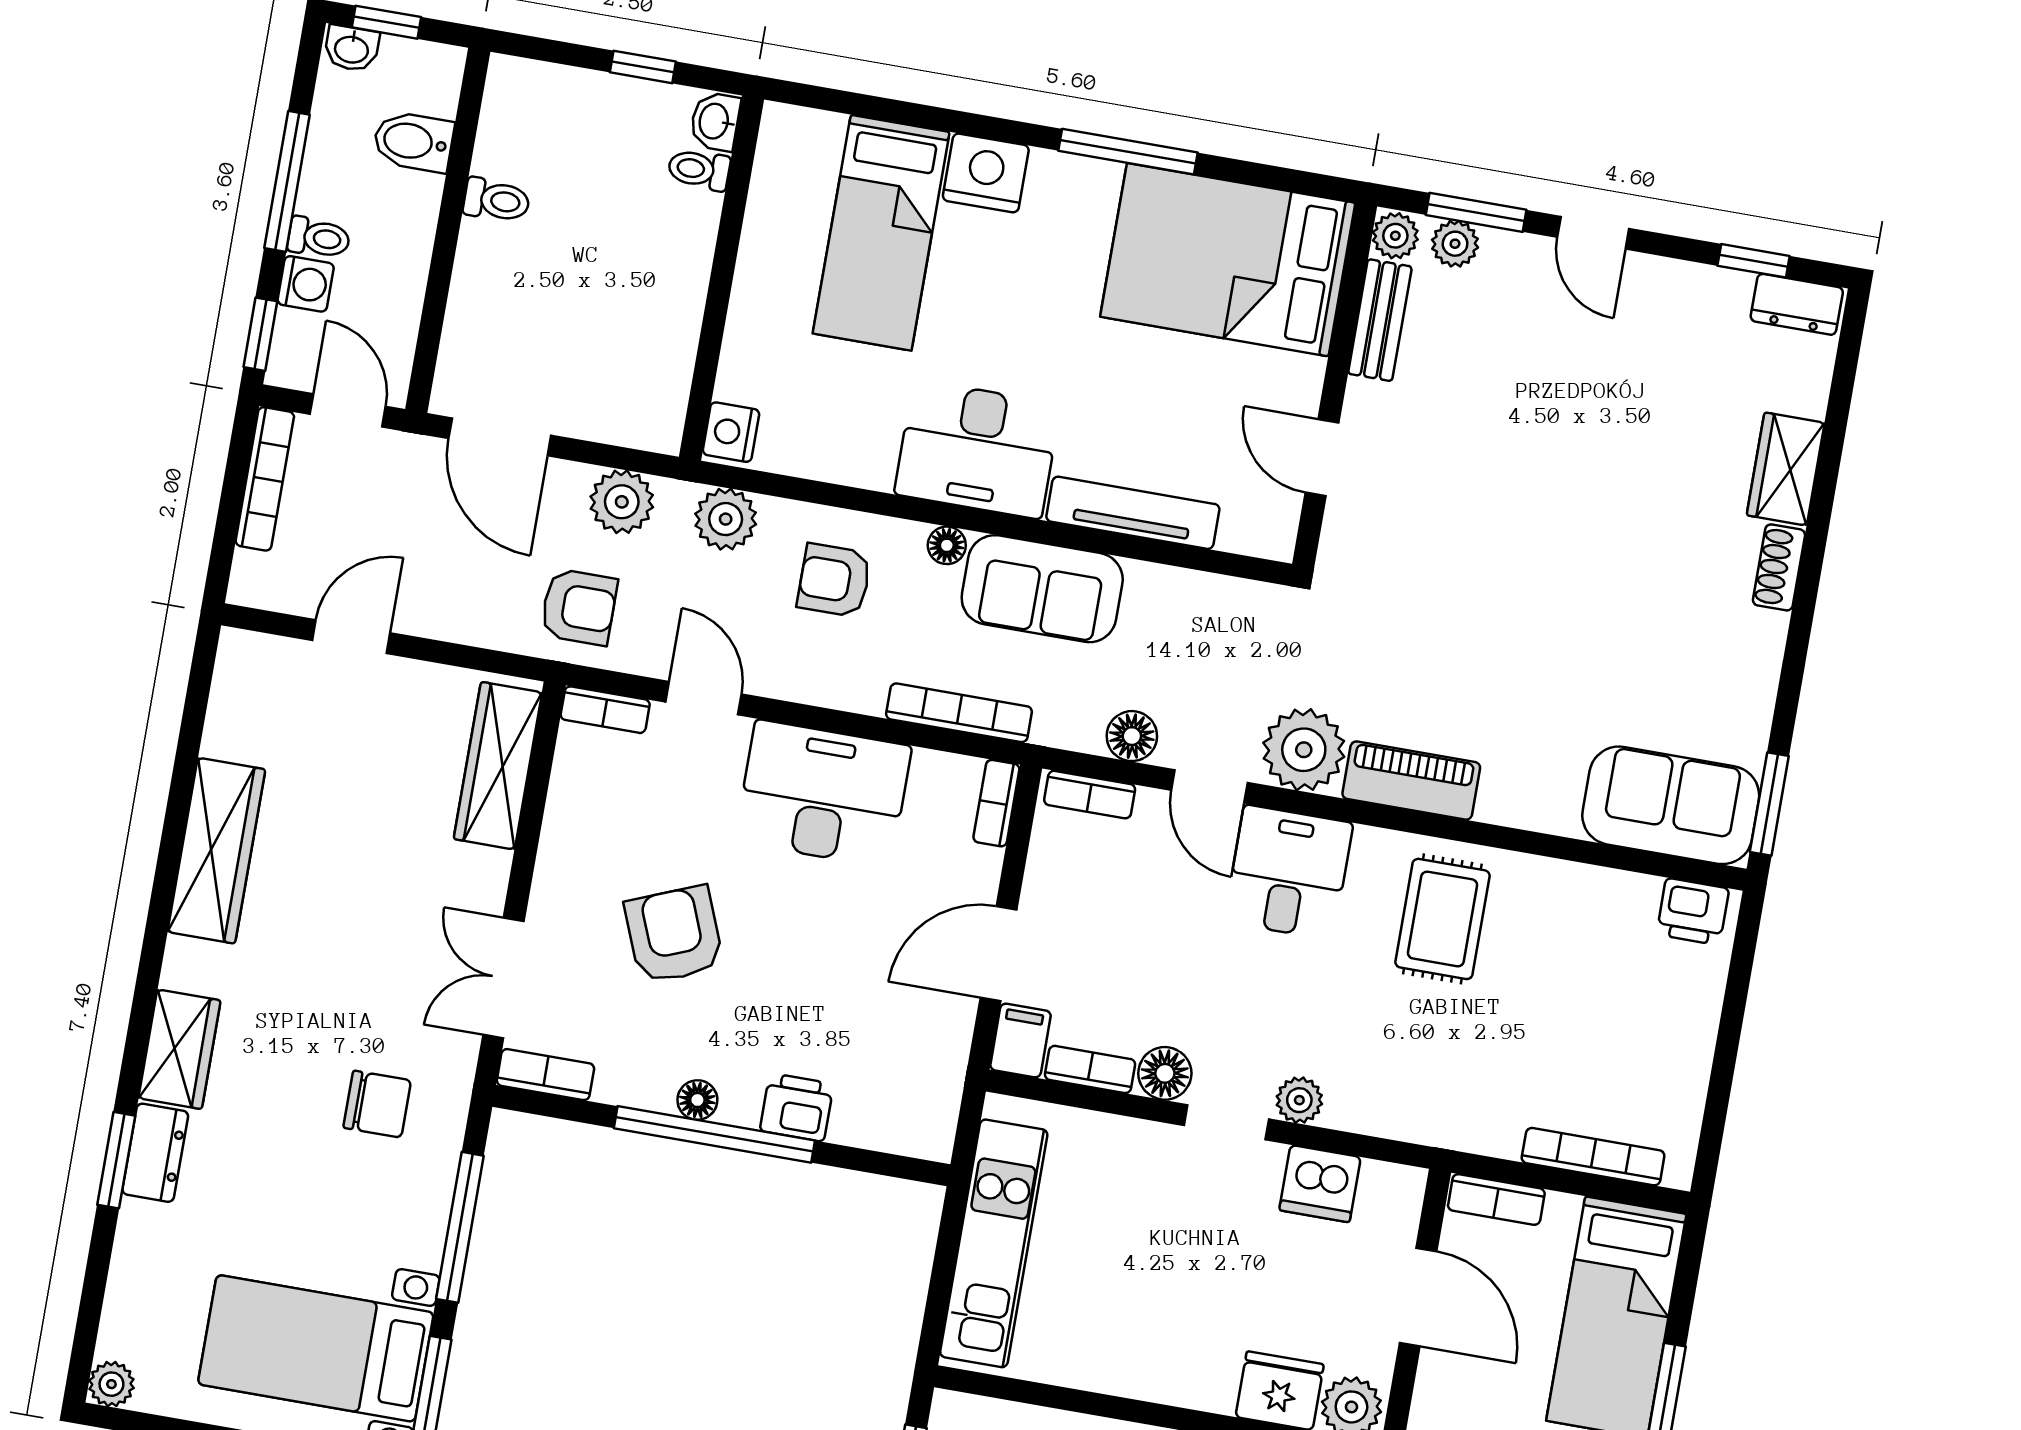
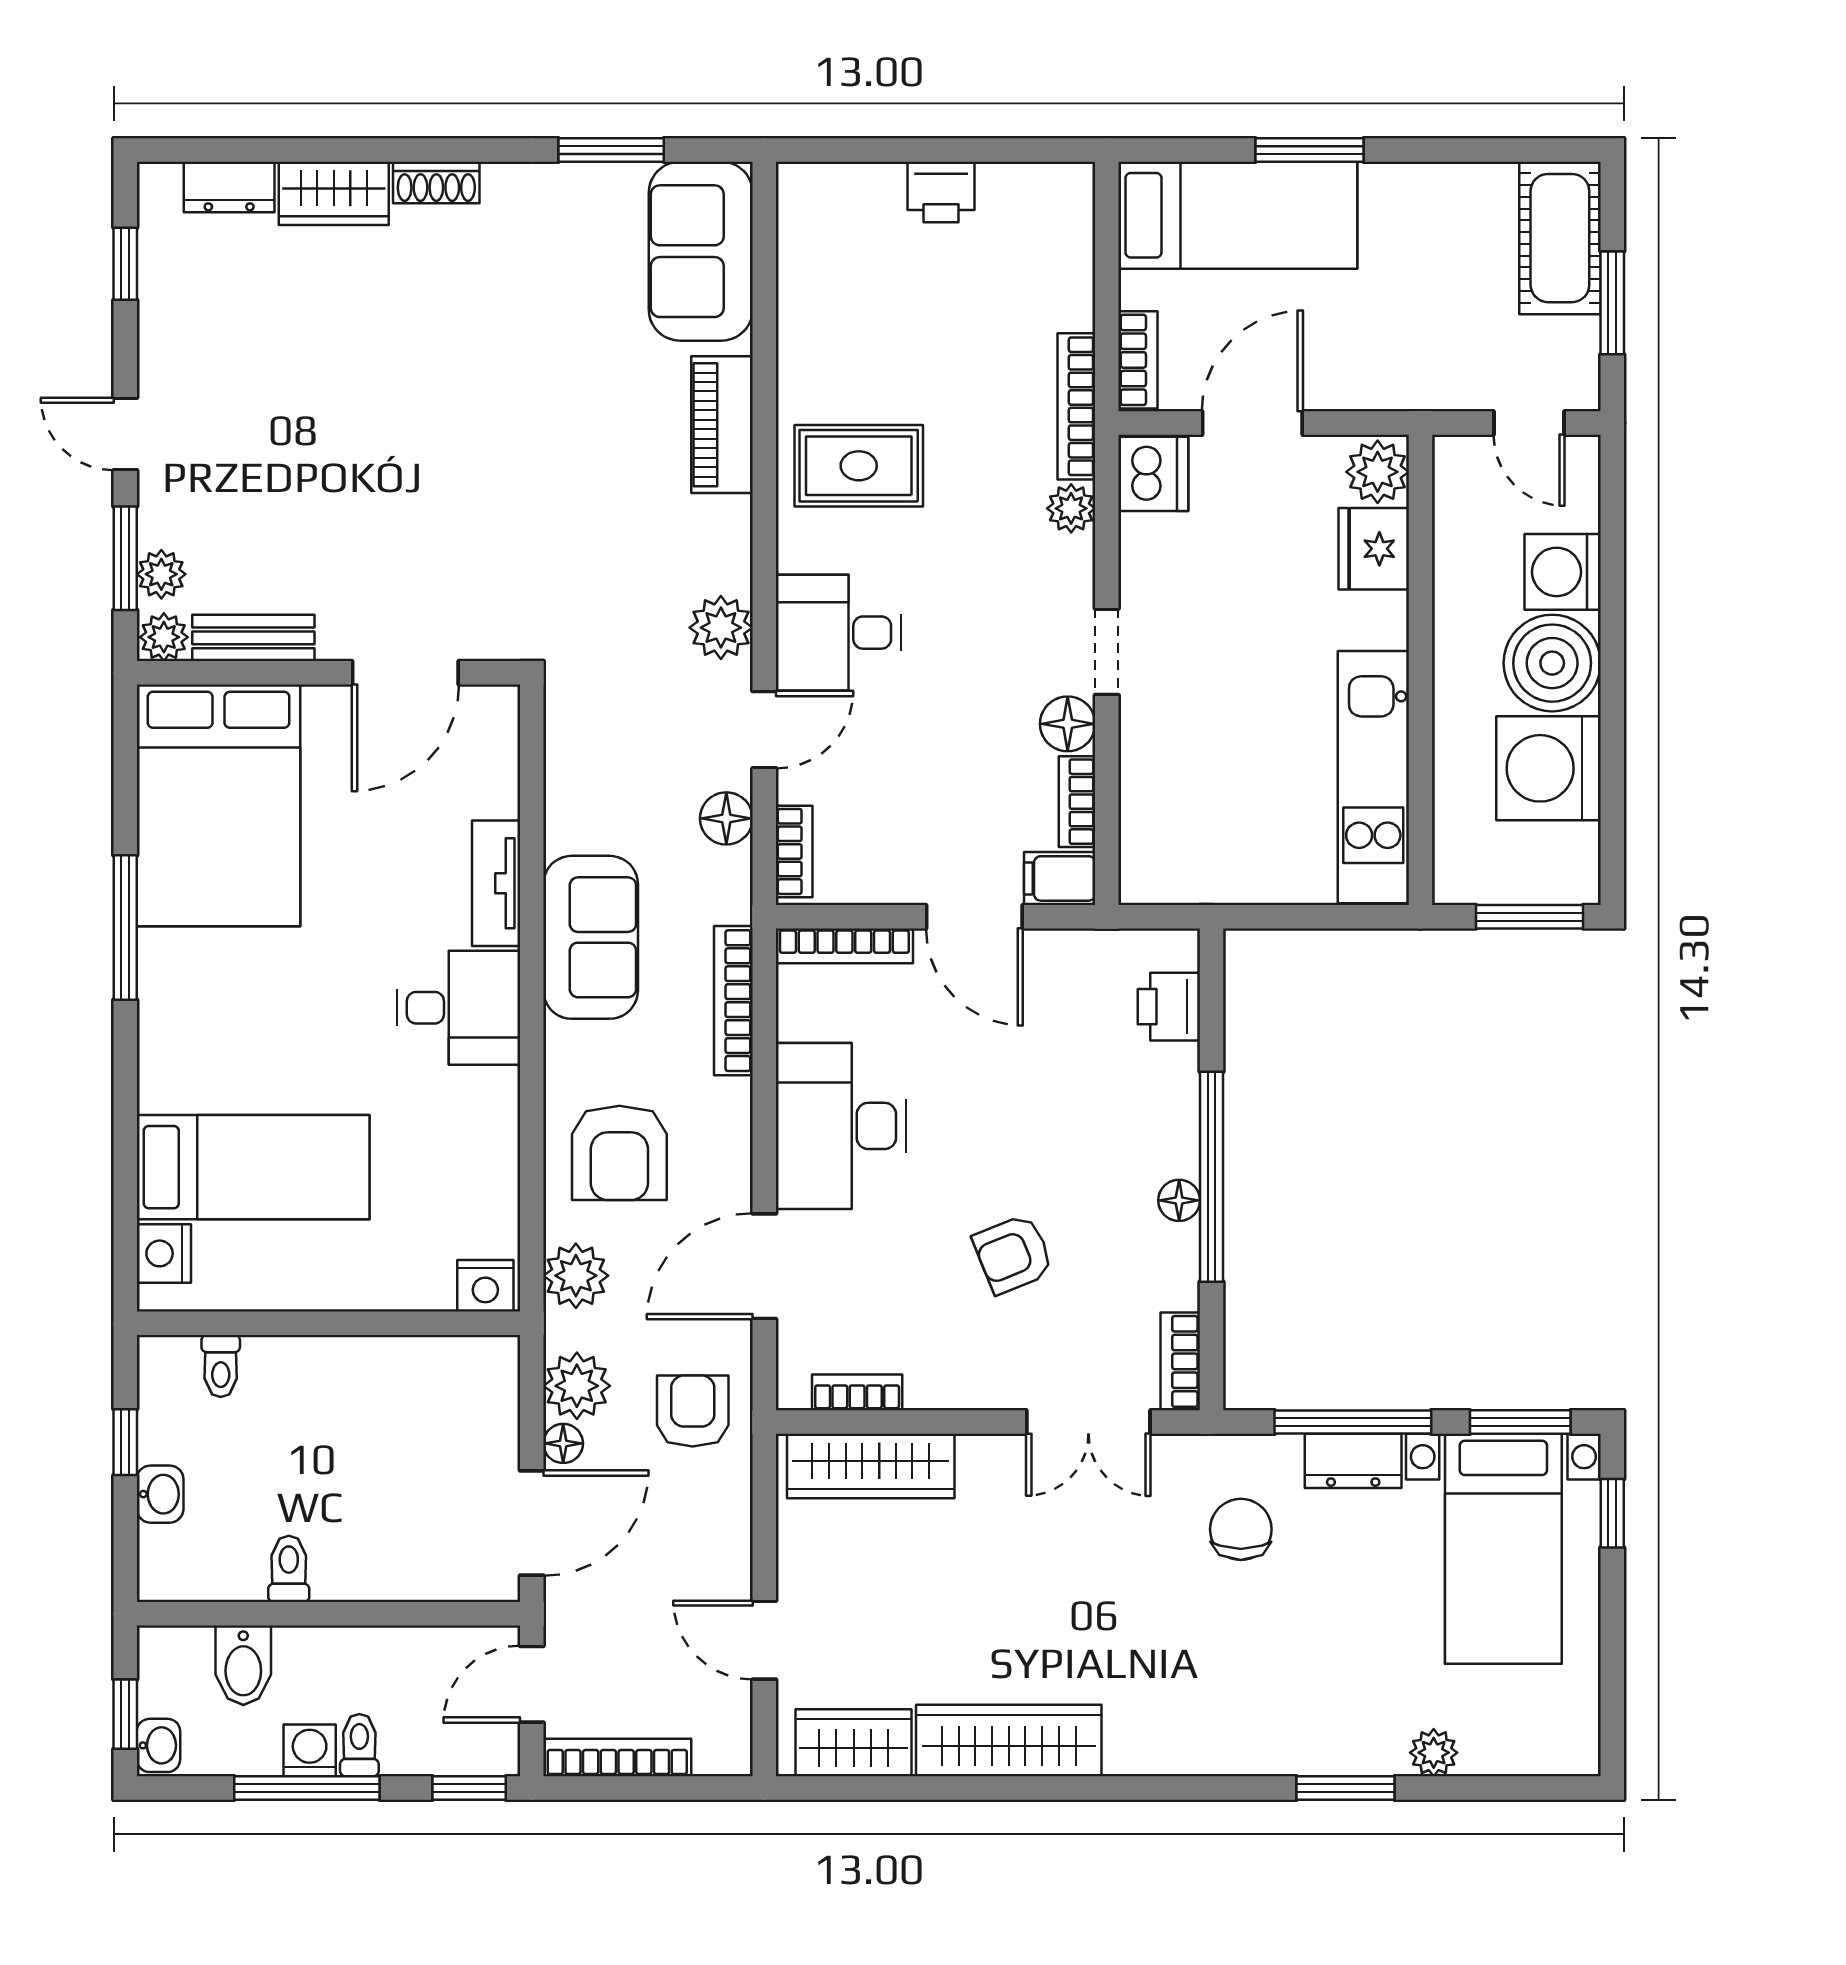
washbasin: (715, 121) -> (160, 1494), moved, turned -90
nightstand: (986, 173) -> (164, 1253), moved, width x0.74, depth x0.75
door: (1593, 233) -> (125, 434), swing flipped
washing machine: (306, 284) -> (310, 1750), moved
dresser: (1797, 304) -> (229, 187), moved, turned 90
desk: (977, 449) -> (459, 1008), width x0.73
door: (1322, 458) -> (405, 673), width x1.38
tv unit: (1133, 513) -> (496, 883), width x0.71
floor lamp: (947, 545) -> (563, 1443), moved
armchair: (834, 580) -> (619, 1153), width x1.38, depth x1.38
door: (704, 698) -> (764, 1266), width x1.38
bookcase: (605, 710) -> (857, 1392), moved, turned -90
plant: (1304, 750) -> (721, 628), width x0.73, depth x0.73
piano: (1411, 781) -> (722, 425), moved
bookcase: (996, 803) -> (844, 946), width x1.56
window: (1769, 804) -> (611, 150), moved
printer: (1693, 912) -> (941, 192), moved, turned 90
armchair: (674, 935) -> (1013, 1254), width x0.72, depth x0.72
wardrobe: (179, 1049) -> (854, 1743), moved
plant: (1299, 1100) -> (1071, 508), moved
printer: (797, 1107) -> (1169, 1007), moved
dresser: (155, 1153) -> (1353, 1461), moved, turned 180
bookcase: (1593, 1157) -> (1076, 406), moved
dishwasher: (1320, 1184) -> (1153, 474), moved
kitchen unit: (994, 1243) -> (1373, 777), moved, turned -90
plant: (111, 1384) -> (1434, 1753), moved

